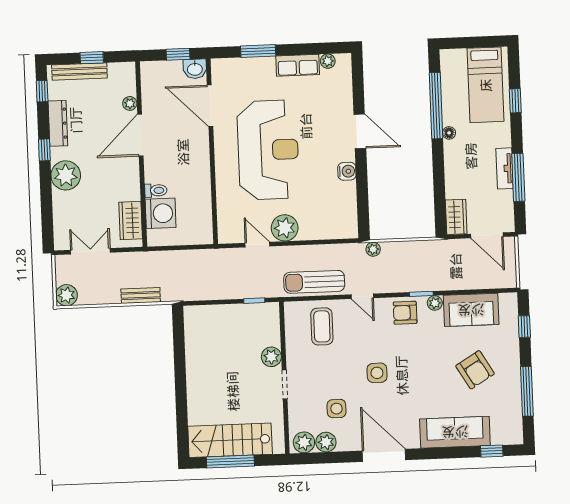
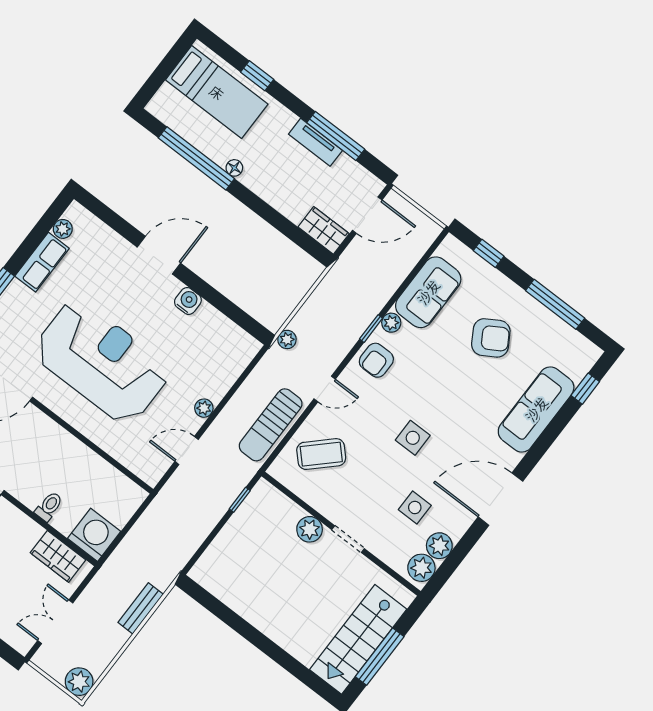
washing machine: (161, 213) -> (94, 535), moved
plant: (285, 228) -> (204, 408), width x0.53, depth x0.53
coffee table: (322, 326) -> (321, 454), turned -44

